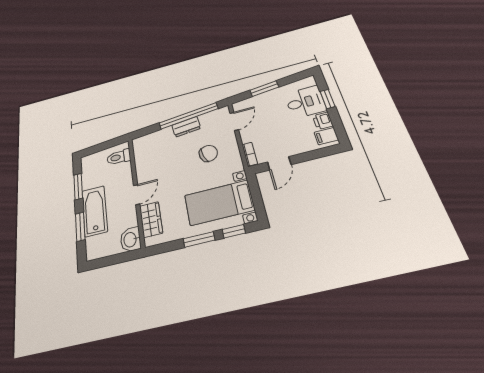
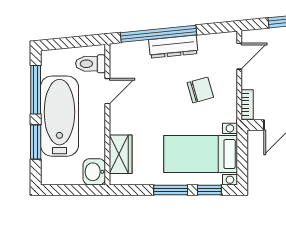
window: (188, 116) -> (158, 34), moved
dresser: (186, 127) -> (173, 47), width x1.44
window: (78, 187) -> (36, 90), width x1.44
door: (137, 195) -> (107, 91), moved
bathtub: (95, 211) -> (59, 116), width x1.36, depth x1.36

